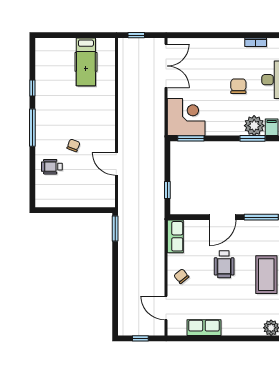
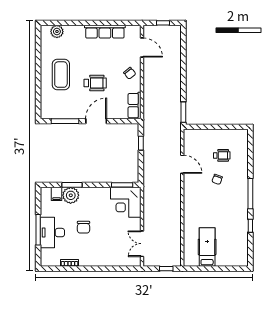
double door: (166, 66) -> (142, 244), width x0.73
wheelchair: (52, 167) -> (222, 155), moved
wheelchair: (224, 264) -> (95, 83), turned 90
row of seats: (204, 328) -> (105, 32), width x1.48

